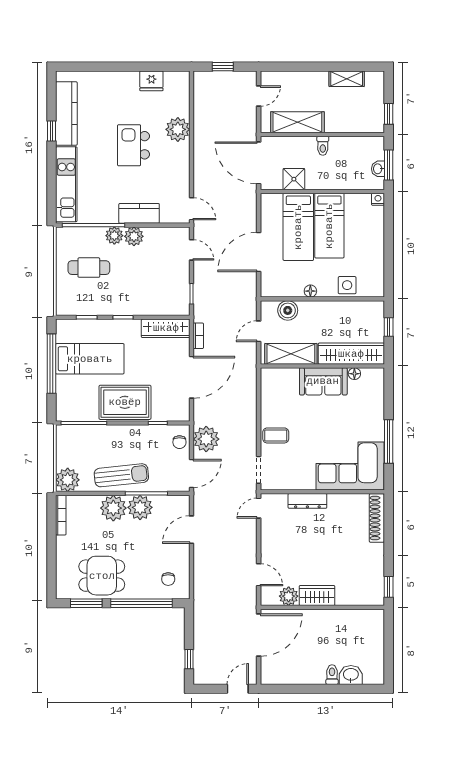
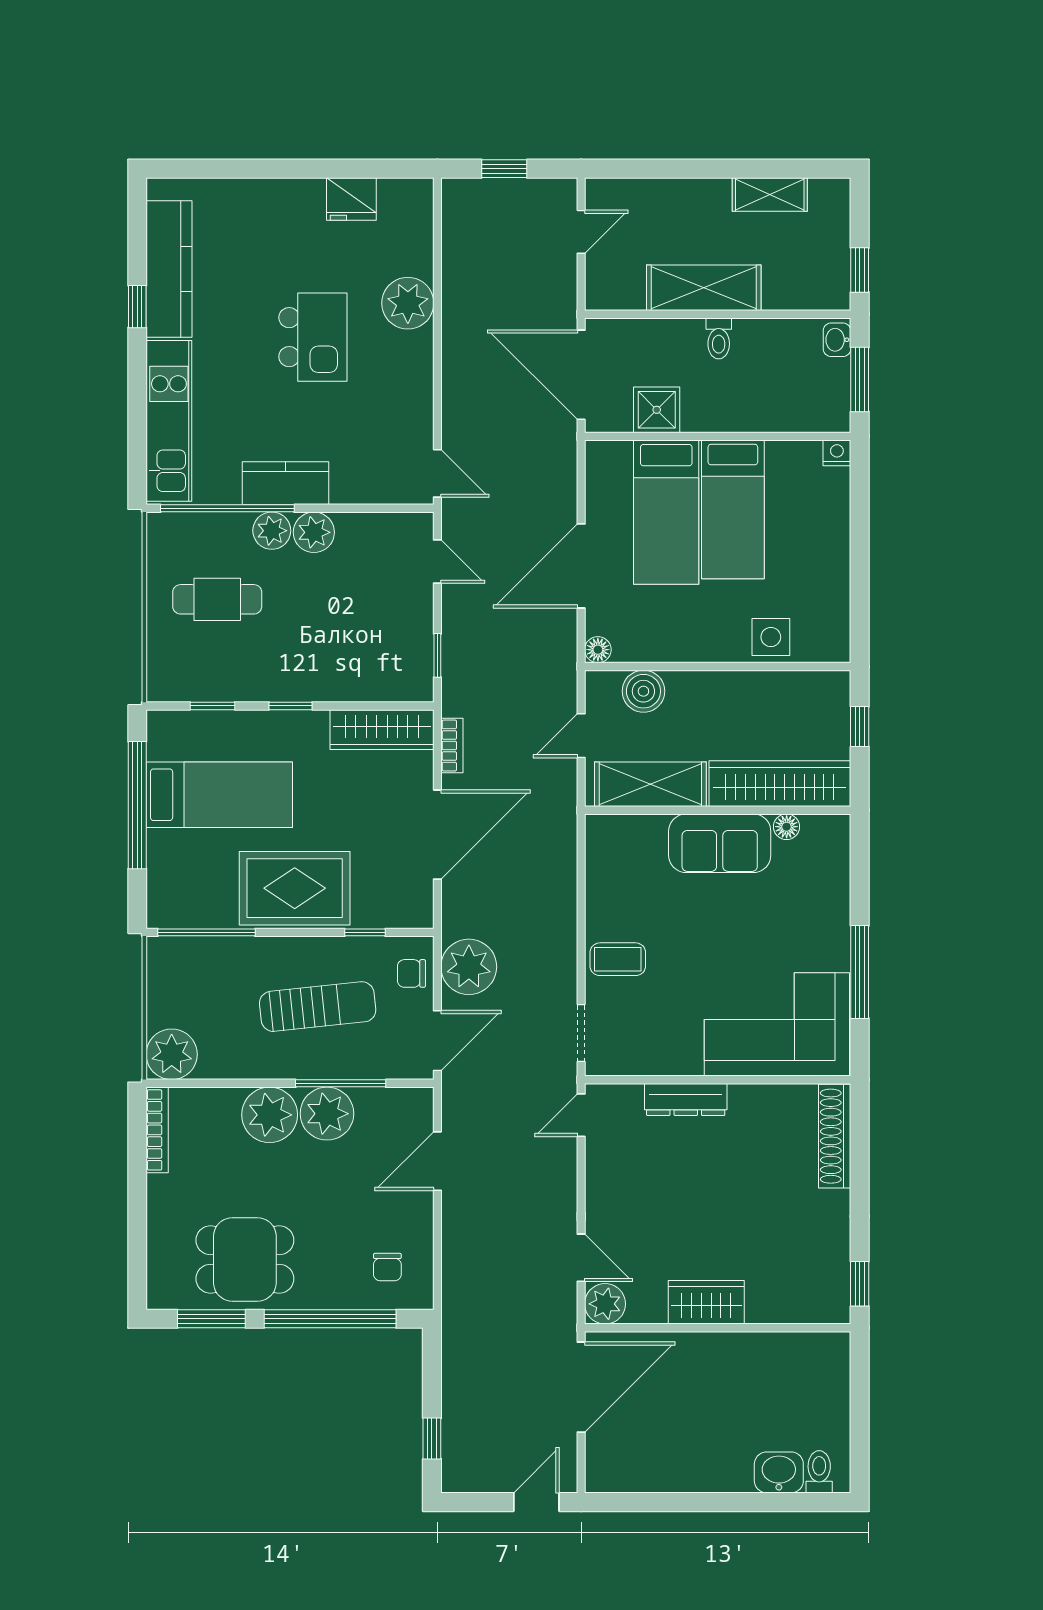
shelving: (297, 122) -> (704, 288), moved
kitchen island: (133, 145) -> (313, 337), turned 180
washbasin: (378, 169) -> (837, 340), moved
kitchen counter: (139, 213) -> (285, 483), moved
floor lamp: (310, 291) -> (598, 650), moved
chair: (179, 442) -> (411, 973), turned 90
sun lounger: (121, 475) -> (318, 1007), moved
plant: (289, 596) -> (605, 1304), moved
toilet: (332, 675) -> (819, 1472), moved

